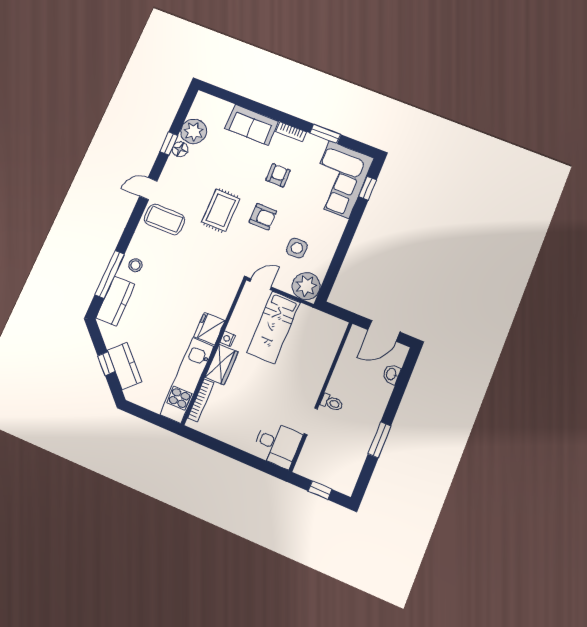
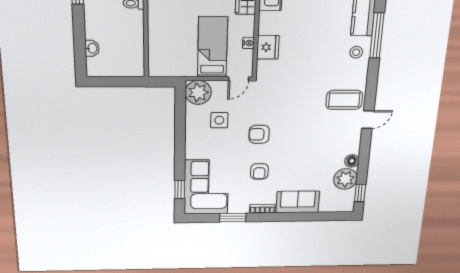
window: (169, 144) -> (360, 193), moved
rug: (221, 210) -> (298, 126), removed
fridge: (210, 328) -> (268, 47), moved
door: (384, 331) -> (115, 82), removed
nightstand: (228, 339) -> (248, 43), moved

